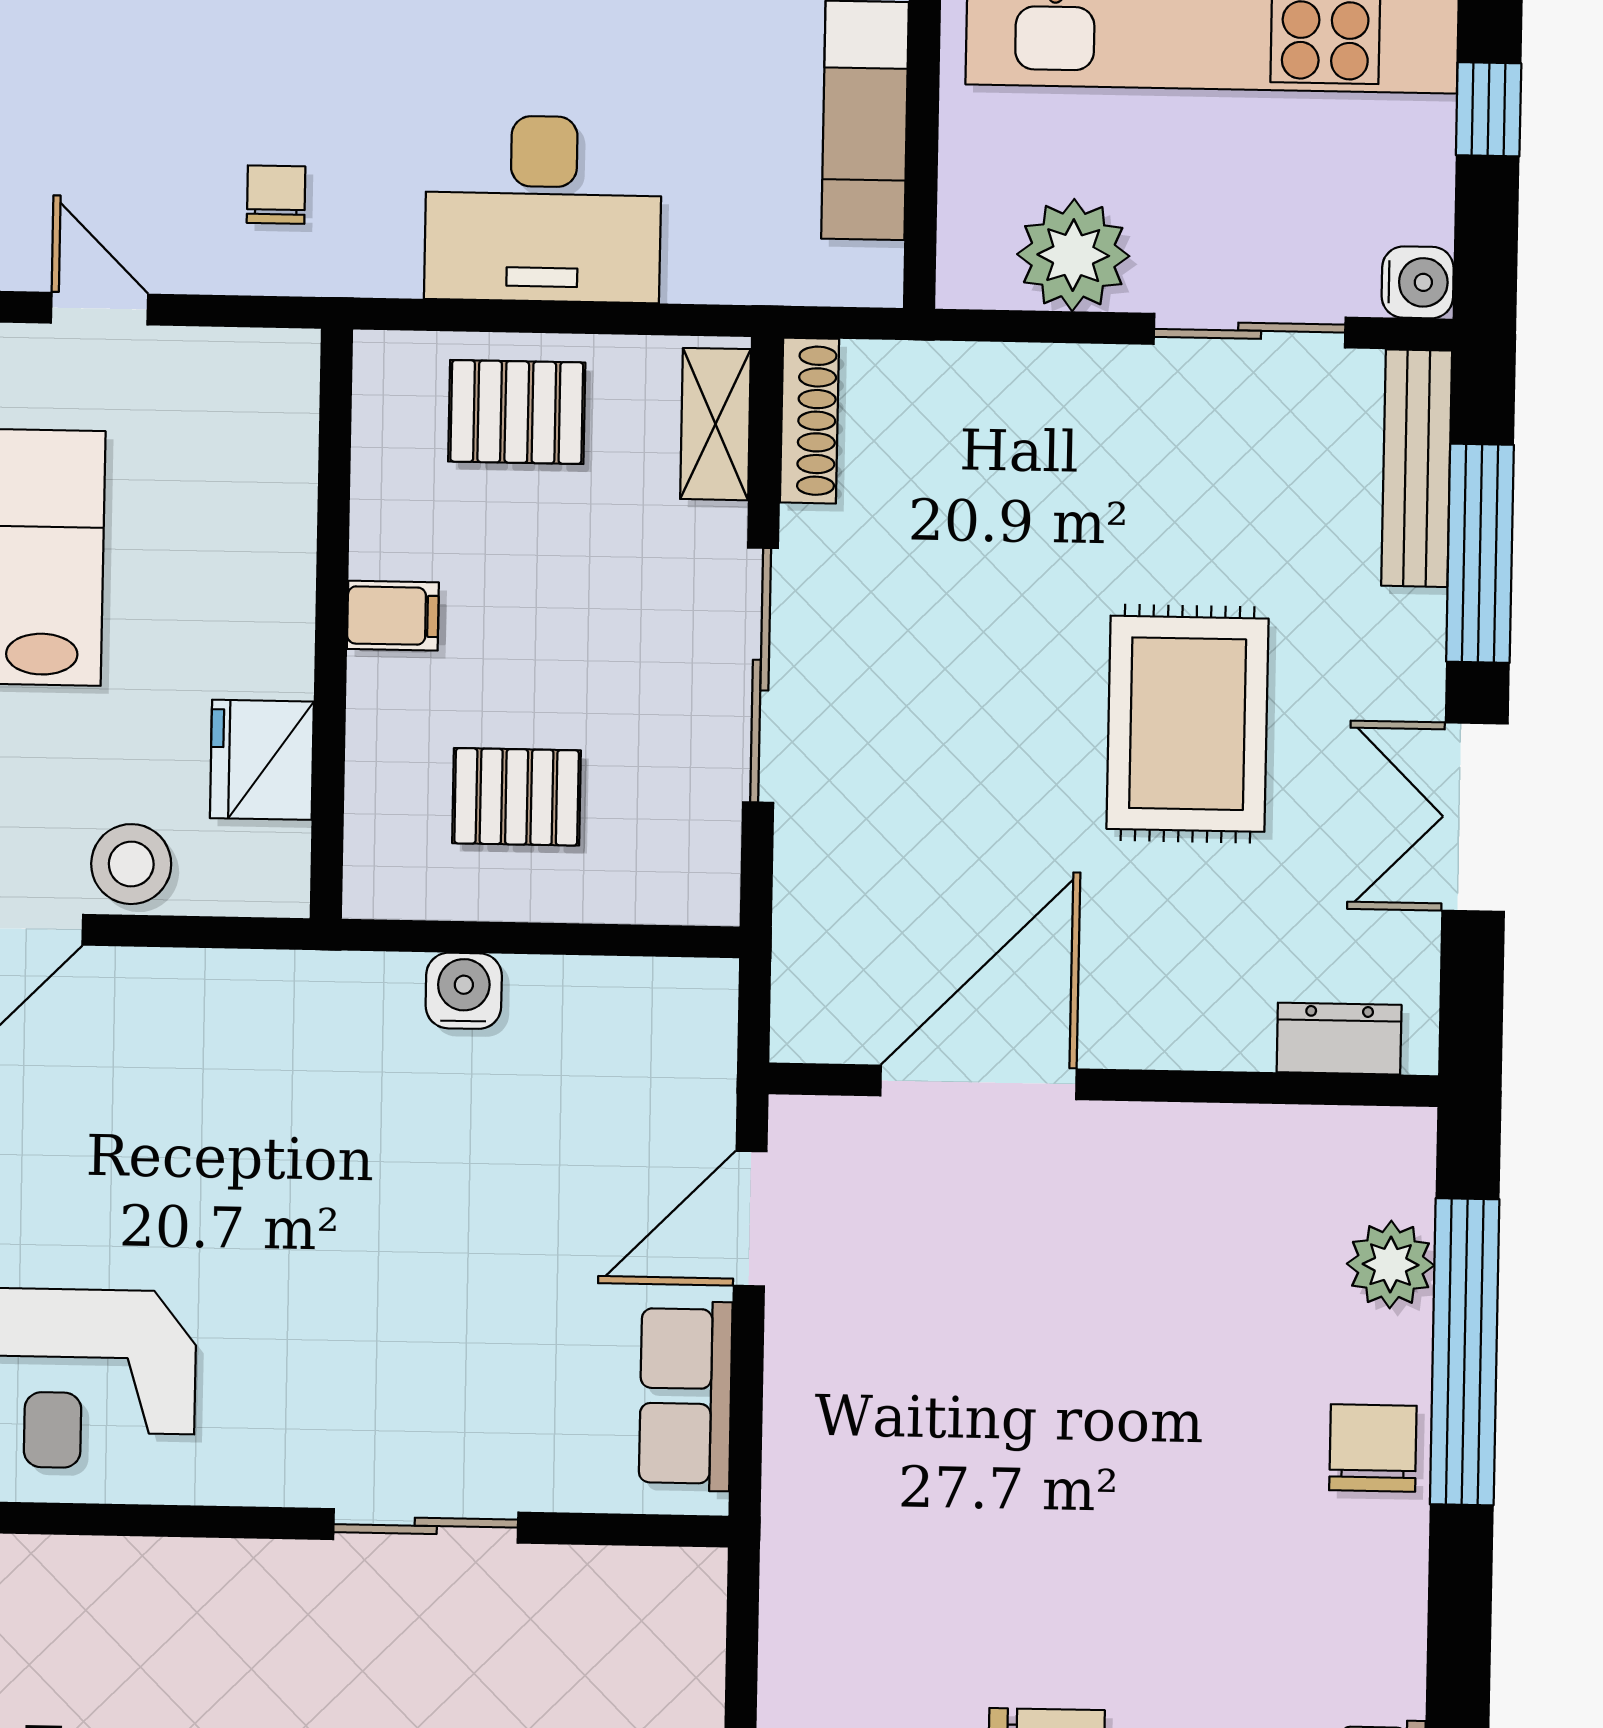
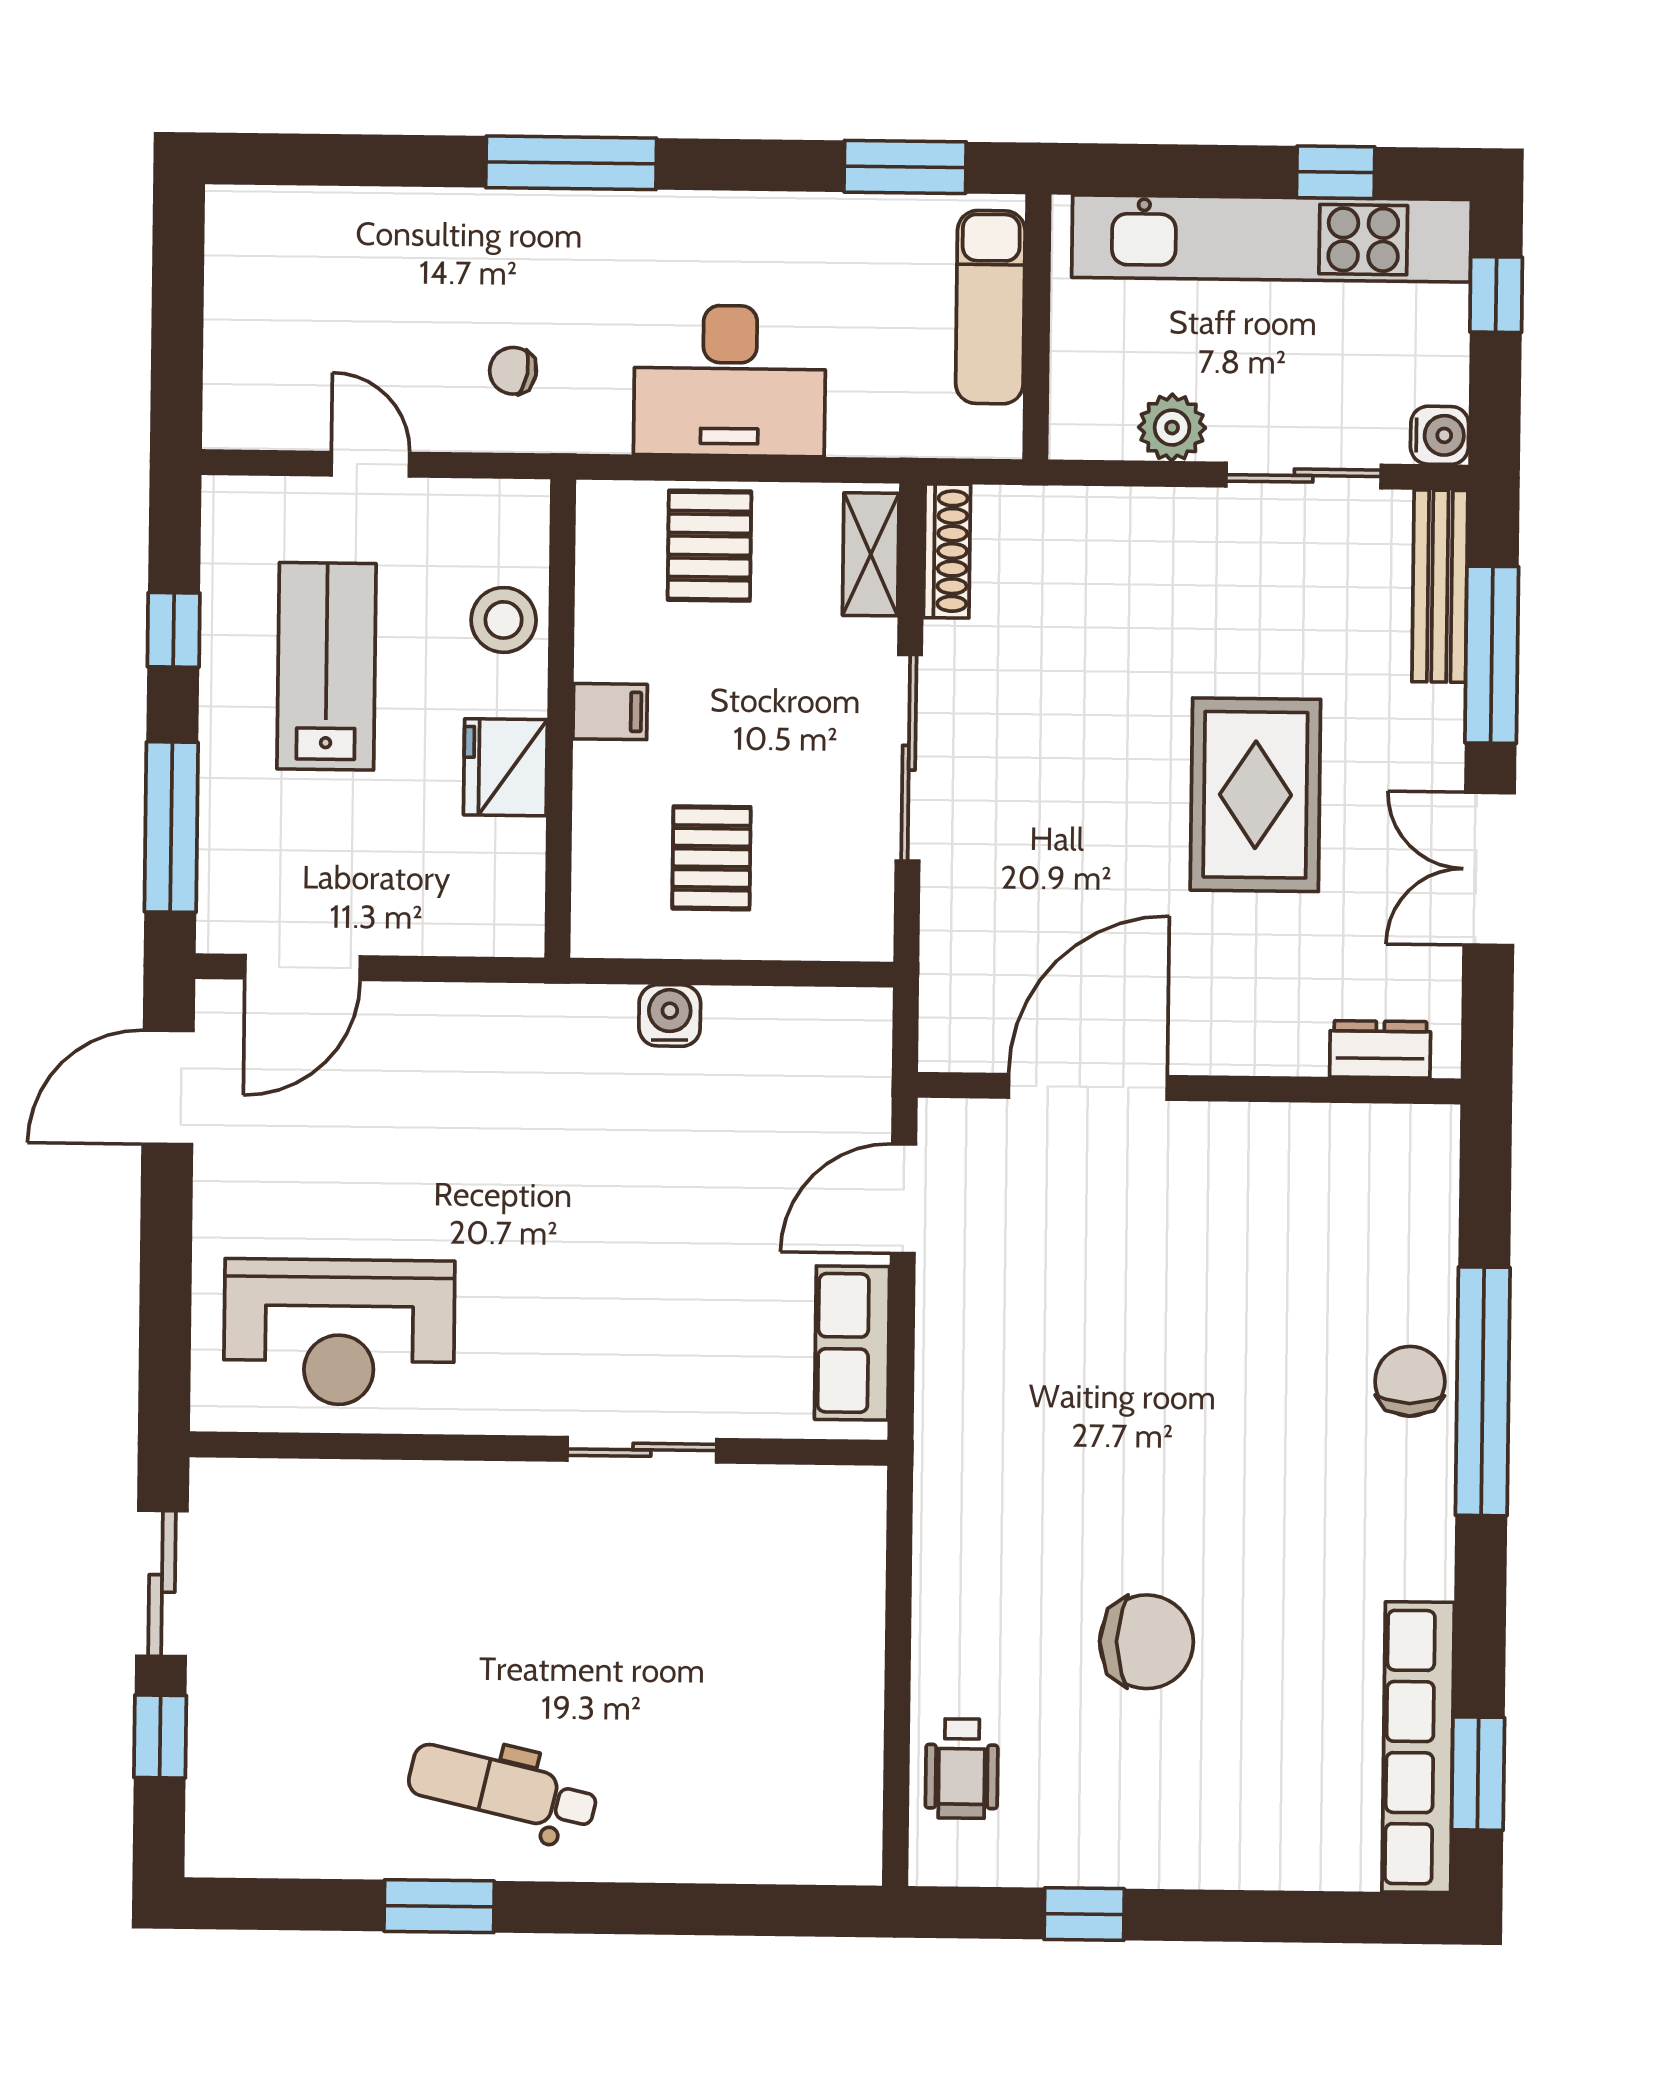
chair: (276, 195) -> (513, 371), turned -80
plant: (1073, 255) -> (1172, 428), width x0.73, depth x0.73
pallet: (517, 412) -> (709, 546), turned 90
fridge: (262, 760) -> (505, 767), moved
pallet: (517, 797) -> (711, 858), turned 90
stool: (131, 864) -> (504, 620), moved
plant: (1391, 1265) -> (1423, 1232), removed
window: (1465, 1352) -> (1483, 1391), moved

